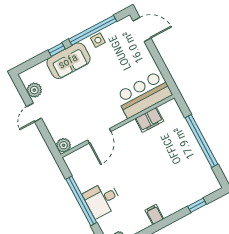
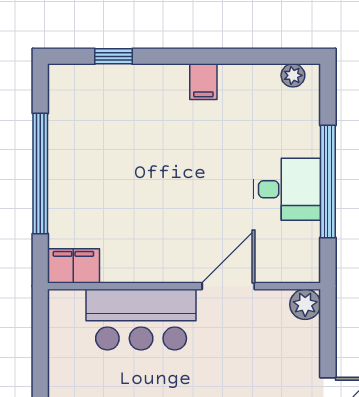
bar counter: (144, 94) -> (141, 320), moved
filing cabinet: (149, 120) -> (73, 266), moved
desk: (102, 199) -> (287, 189), moved

